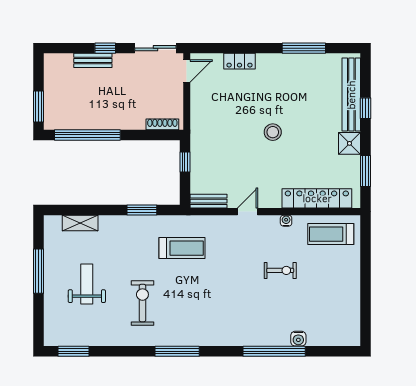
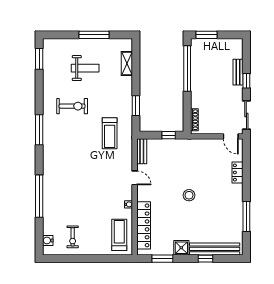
exercise bike: (280, 270) -> (73, 237), moved
water cooler: (298, 339) -> (48, 240), moved

